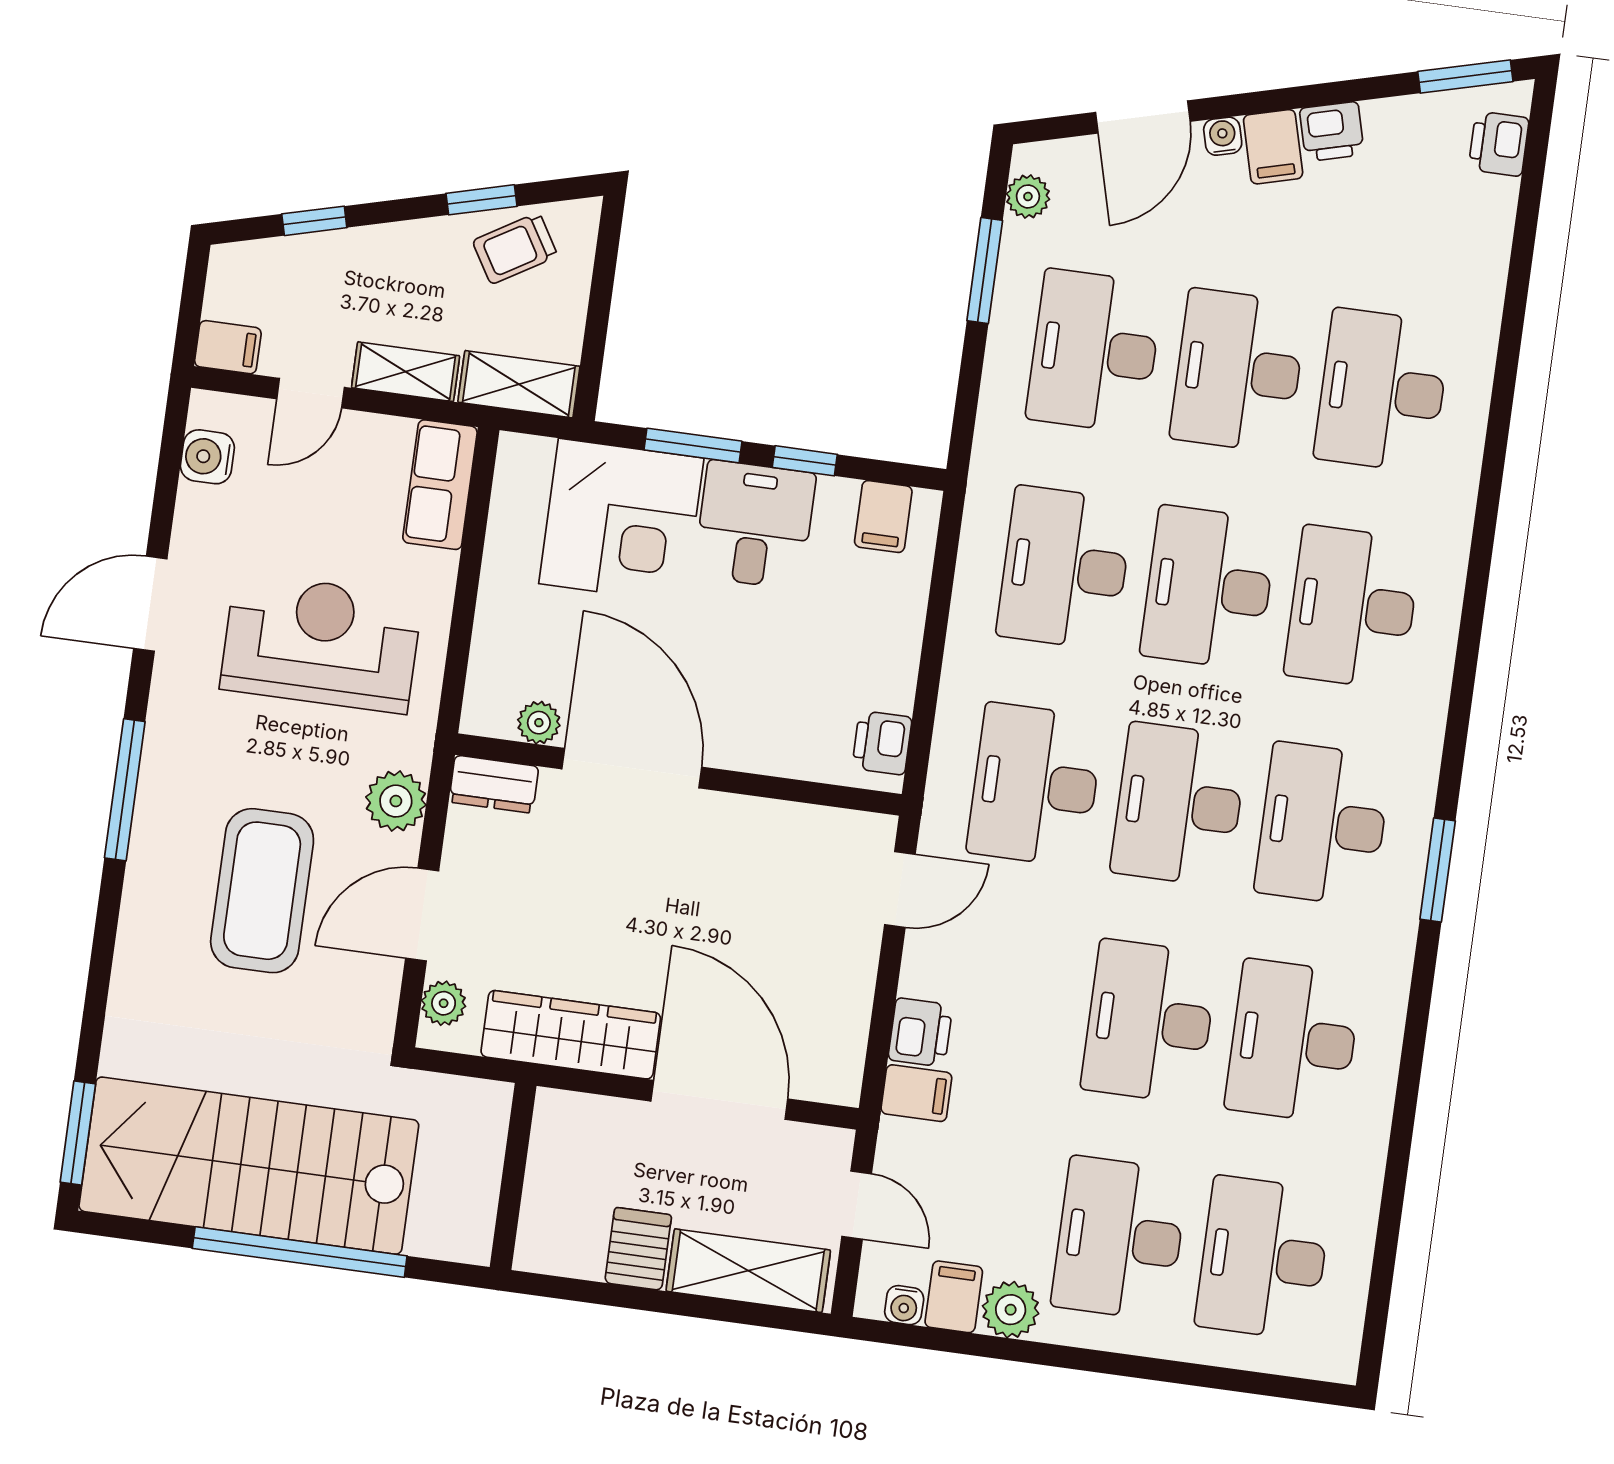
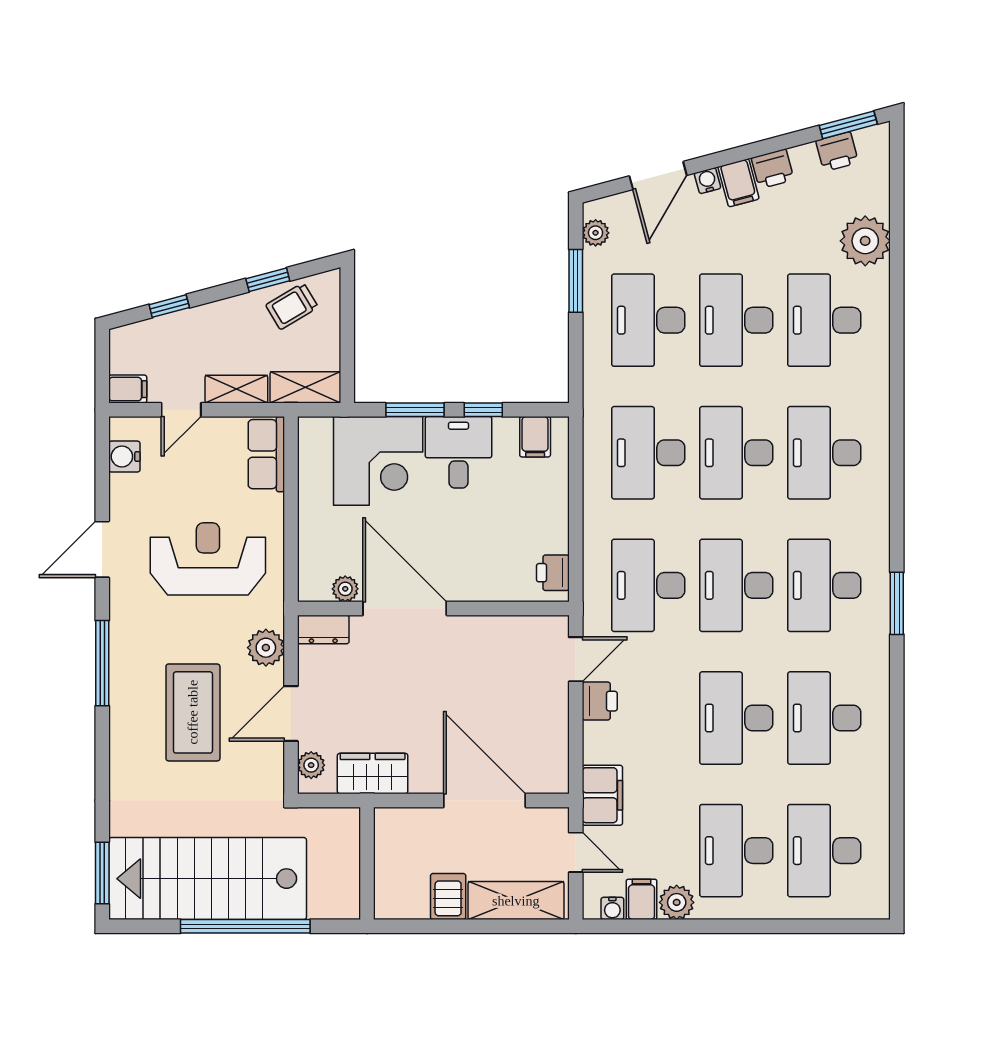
printer: (1499, 144) -> (837, 152), moved, turned -105
plant: (1467, 270) -> (865, 241), added
printer: (920, 1032) -> (600, 701), moved
wardrobe: (571, 1035) -> (373, 774), width x0.67
filing cabinet: (916, 1093) -> (602, 795), width x2.00

